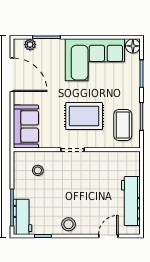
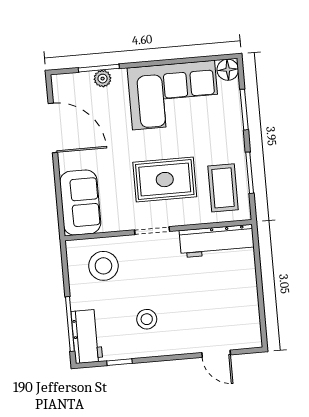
plant: (30, 45) -> (103, 79), moved
stool: (38, 170) -> (103, 266), width x1.89, depth x1.89
workbench: (131, 201) -> (217, 241), moved, turned -90
stool: (68, 224) -> (147, 319), moved
door: (108, 236) -> (216, 354), swing flipped

